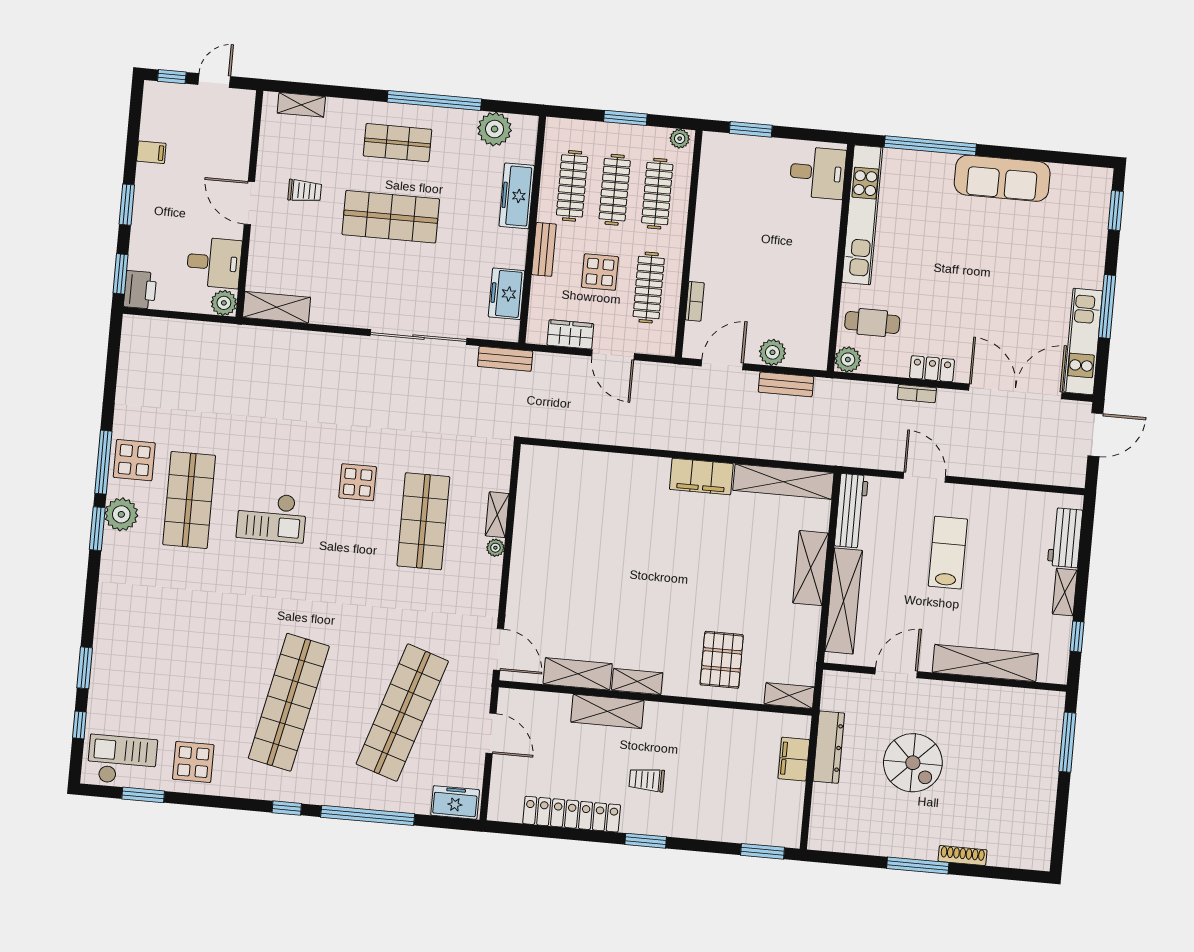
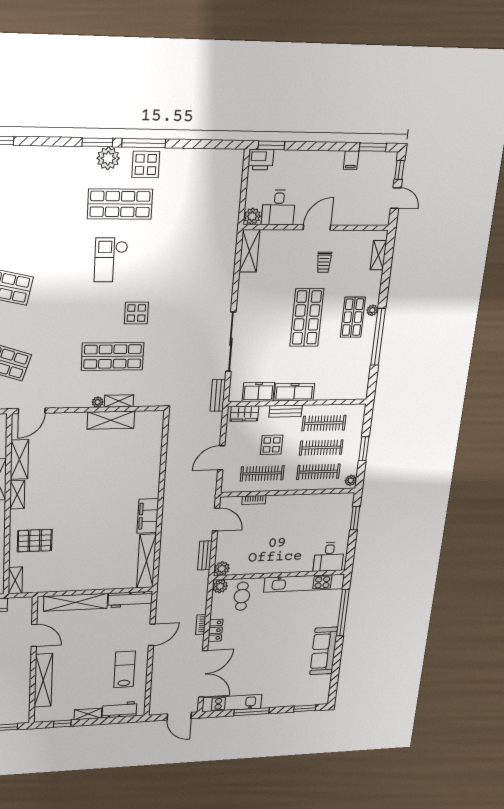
plant: (495, 129) -> (372, 310), moved, width x0.53, depth x0.53
freezer: (517, 196) -> (294, 392), moved
window: (127, 205) -> (373, 147), moved
wardrobe: (570, 334) -> (244, 414), moved, turned 90
plant: (772, 352) -> (222, 569), moved
lab bench: (948, 553) -> (125, 669), moved, turned -90
shelving: (811, 568) -> (111, 420), moved

